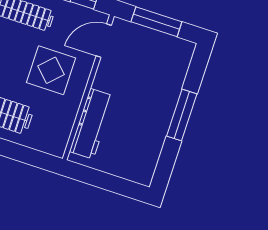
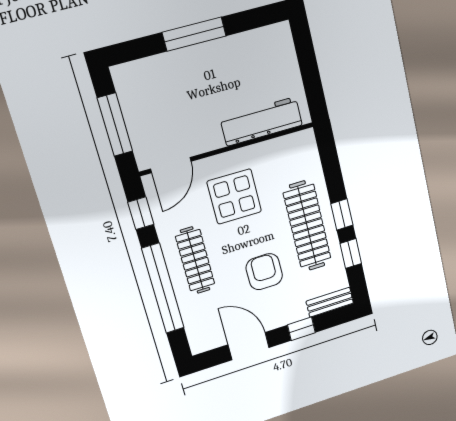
door: (104, 41) -> (171, 165), hinge flipped

